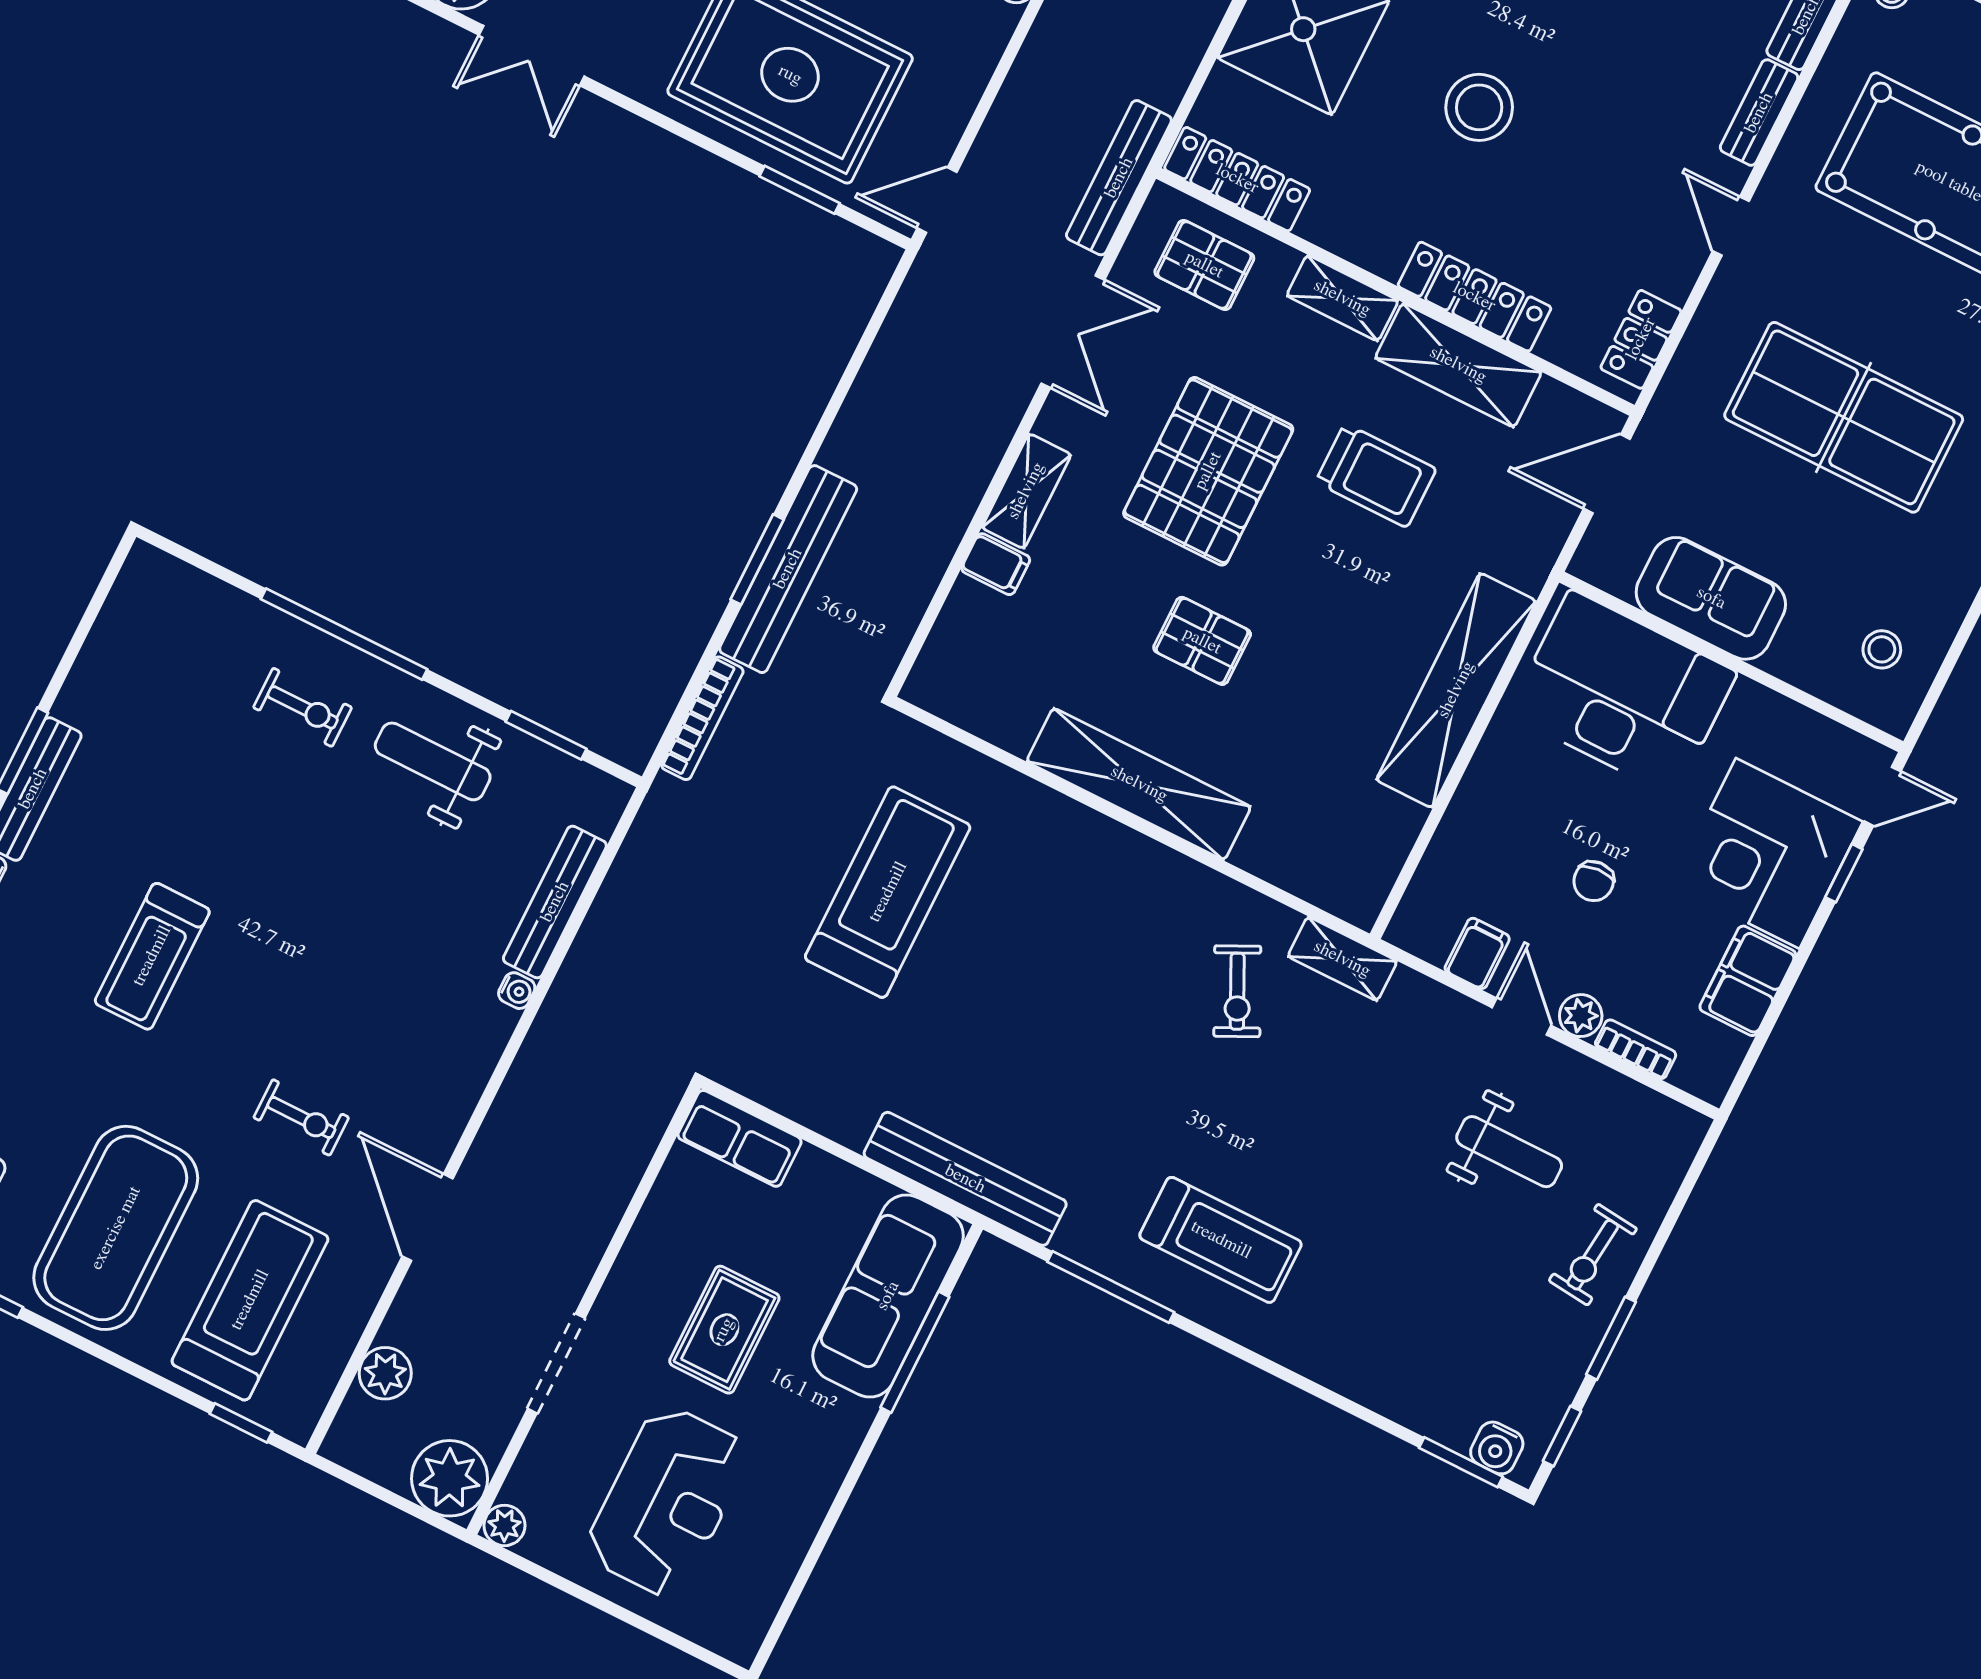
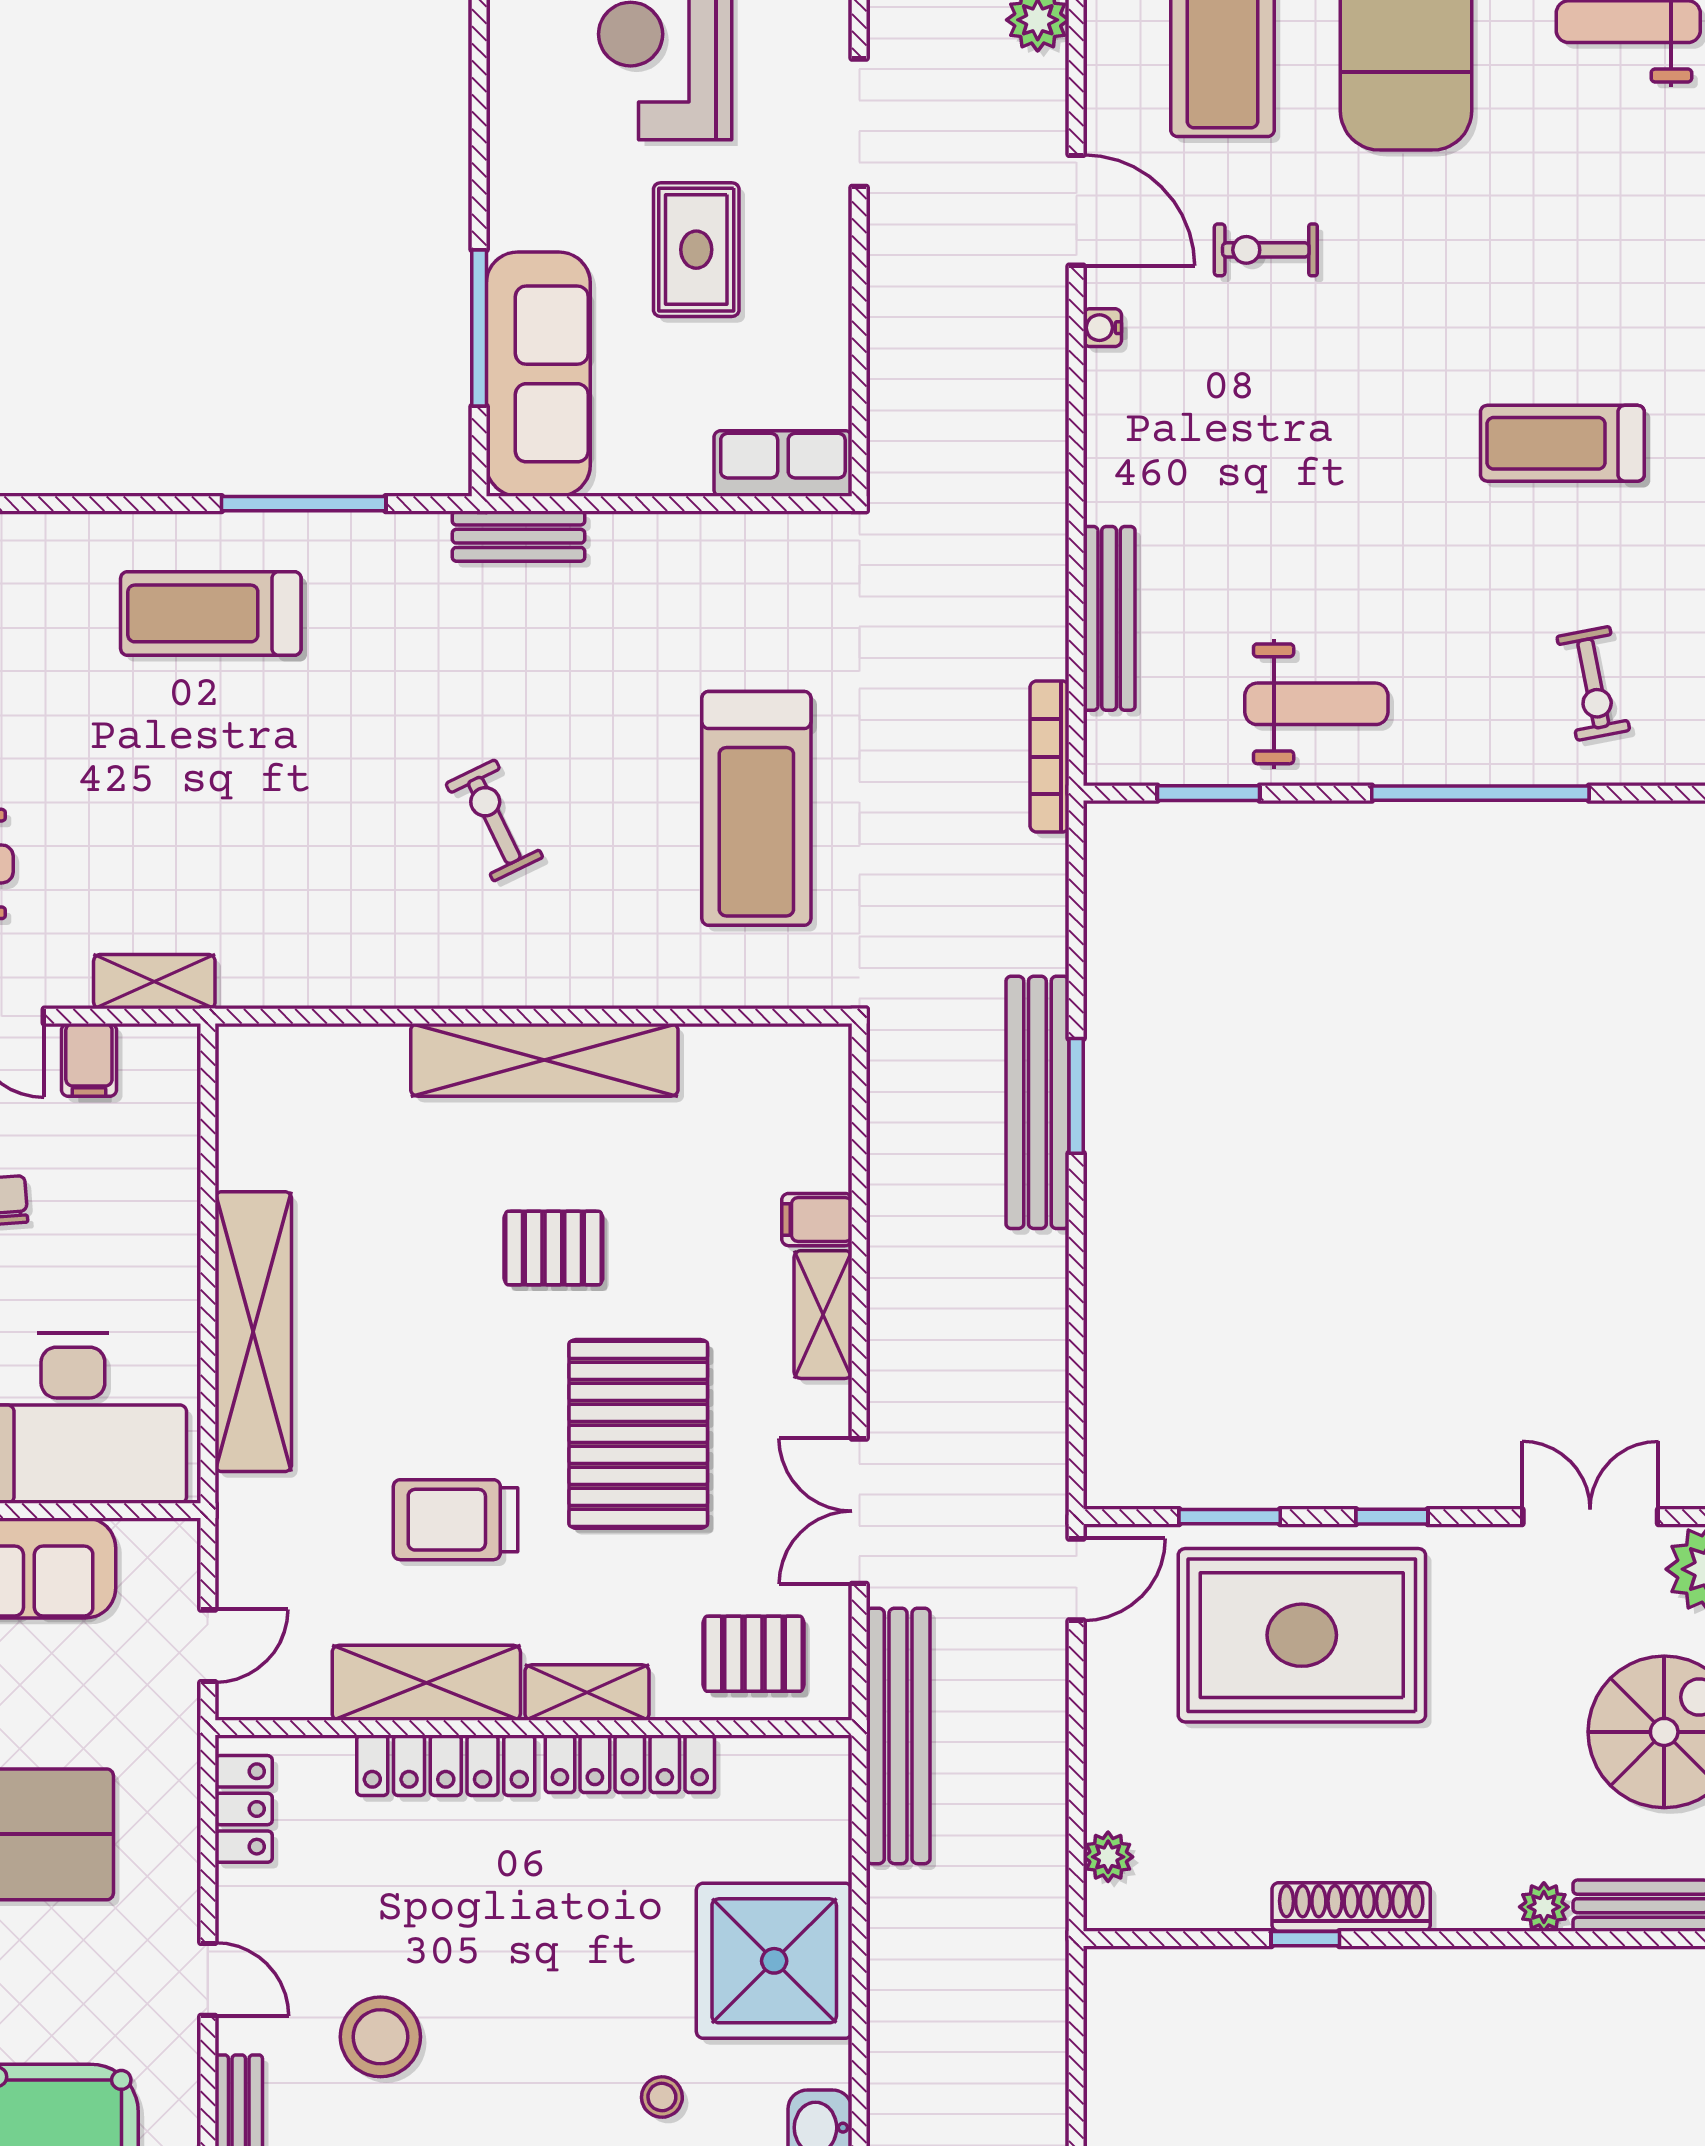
stool: (1479, 107) -> (380, 2037), moved
window: (679, 129) -> (1392, 1517), added
bench: (1119, 178) -> (898, 1736), width x1.37, depth x1.21
locker: (1237, 179) -> (630, 1764), moved
door: (1607, 474) -> (208, 1646), width x0.73
exercise bike: (303, 707) -> (1593, 683), moved, turned -101
bookcase: (702, 718) -> (1050, 757), moved
treadmill: (152, 956) -> (1562, 443), moved, turned -90
shelving: (1342, 959) -> (154, 982), moved
water cooler: (517, 991) -> (1102, 328), moved
exercise bike: (1237, 991) -> (494, 820), moved
bench: (965, 1179) -> (518, 536), width x0.54, depth x0.82

